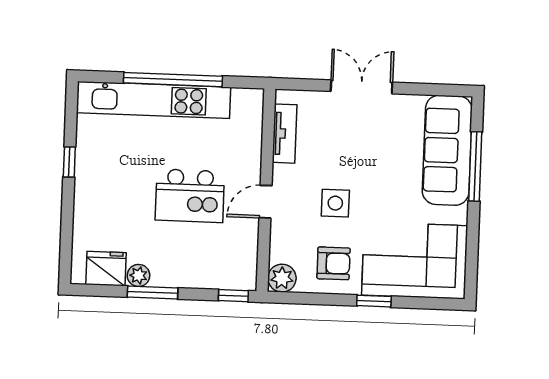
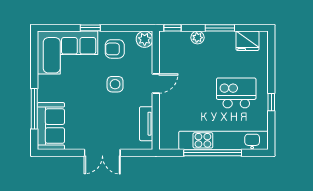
sofa: (447, 150) -> (51, 126), width x0.73
kitchen island: (190, 196) -> (236, 93), moved
plant: (138, 275) -> (197, 38), moved

